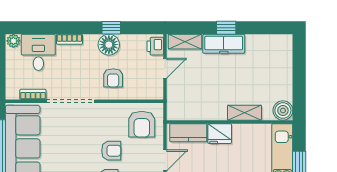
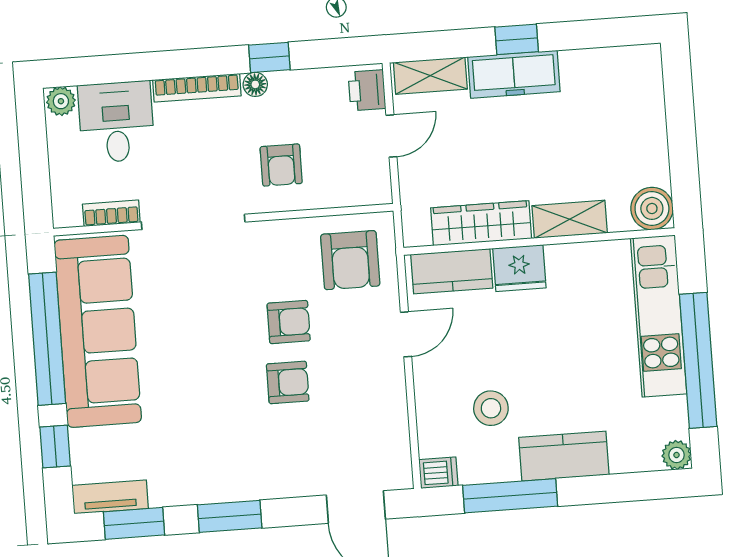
bookcase: (69, 39) -> (197, 88), width x1.56
floor lamp: (109, 45) -> (255, 84), width x0.53, depth x0.53
wardrobe: (203, 111) -> (481, 223), added

